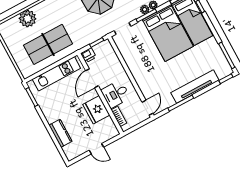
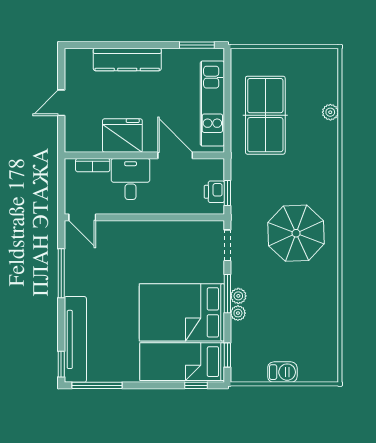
plant: (28, 19) -> (330, 112), width x0.53, depth x0.53
printer: (88, 55) -> (214, 192), moved
tv unit: (195, 86) -> (75, 339), moved
kitchen counter: (60, 133) -> (127, 60), width x1.50

